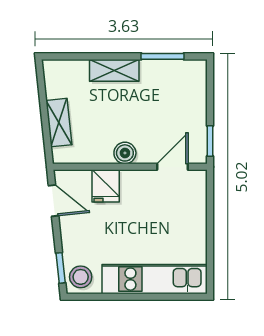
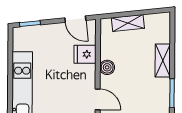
door: (54, 201) -> (75, 19), hinge flipped
stool: (81, 277) -> (24, 37), removed

